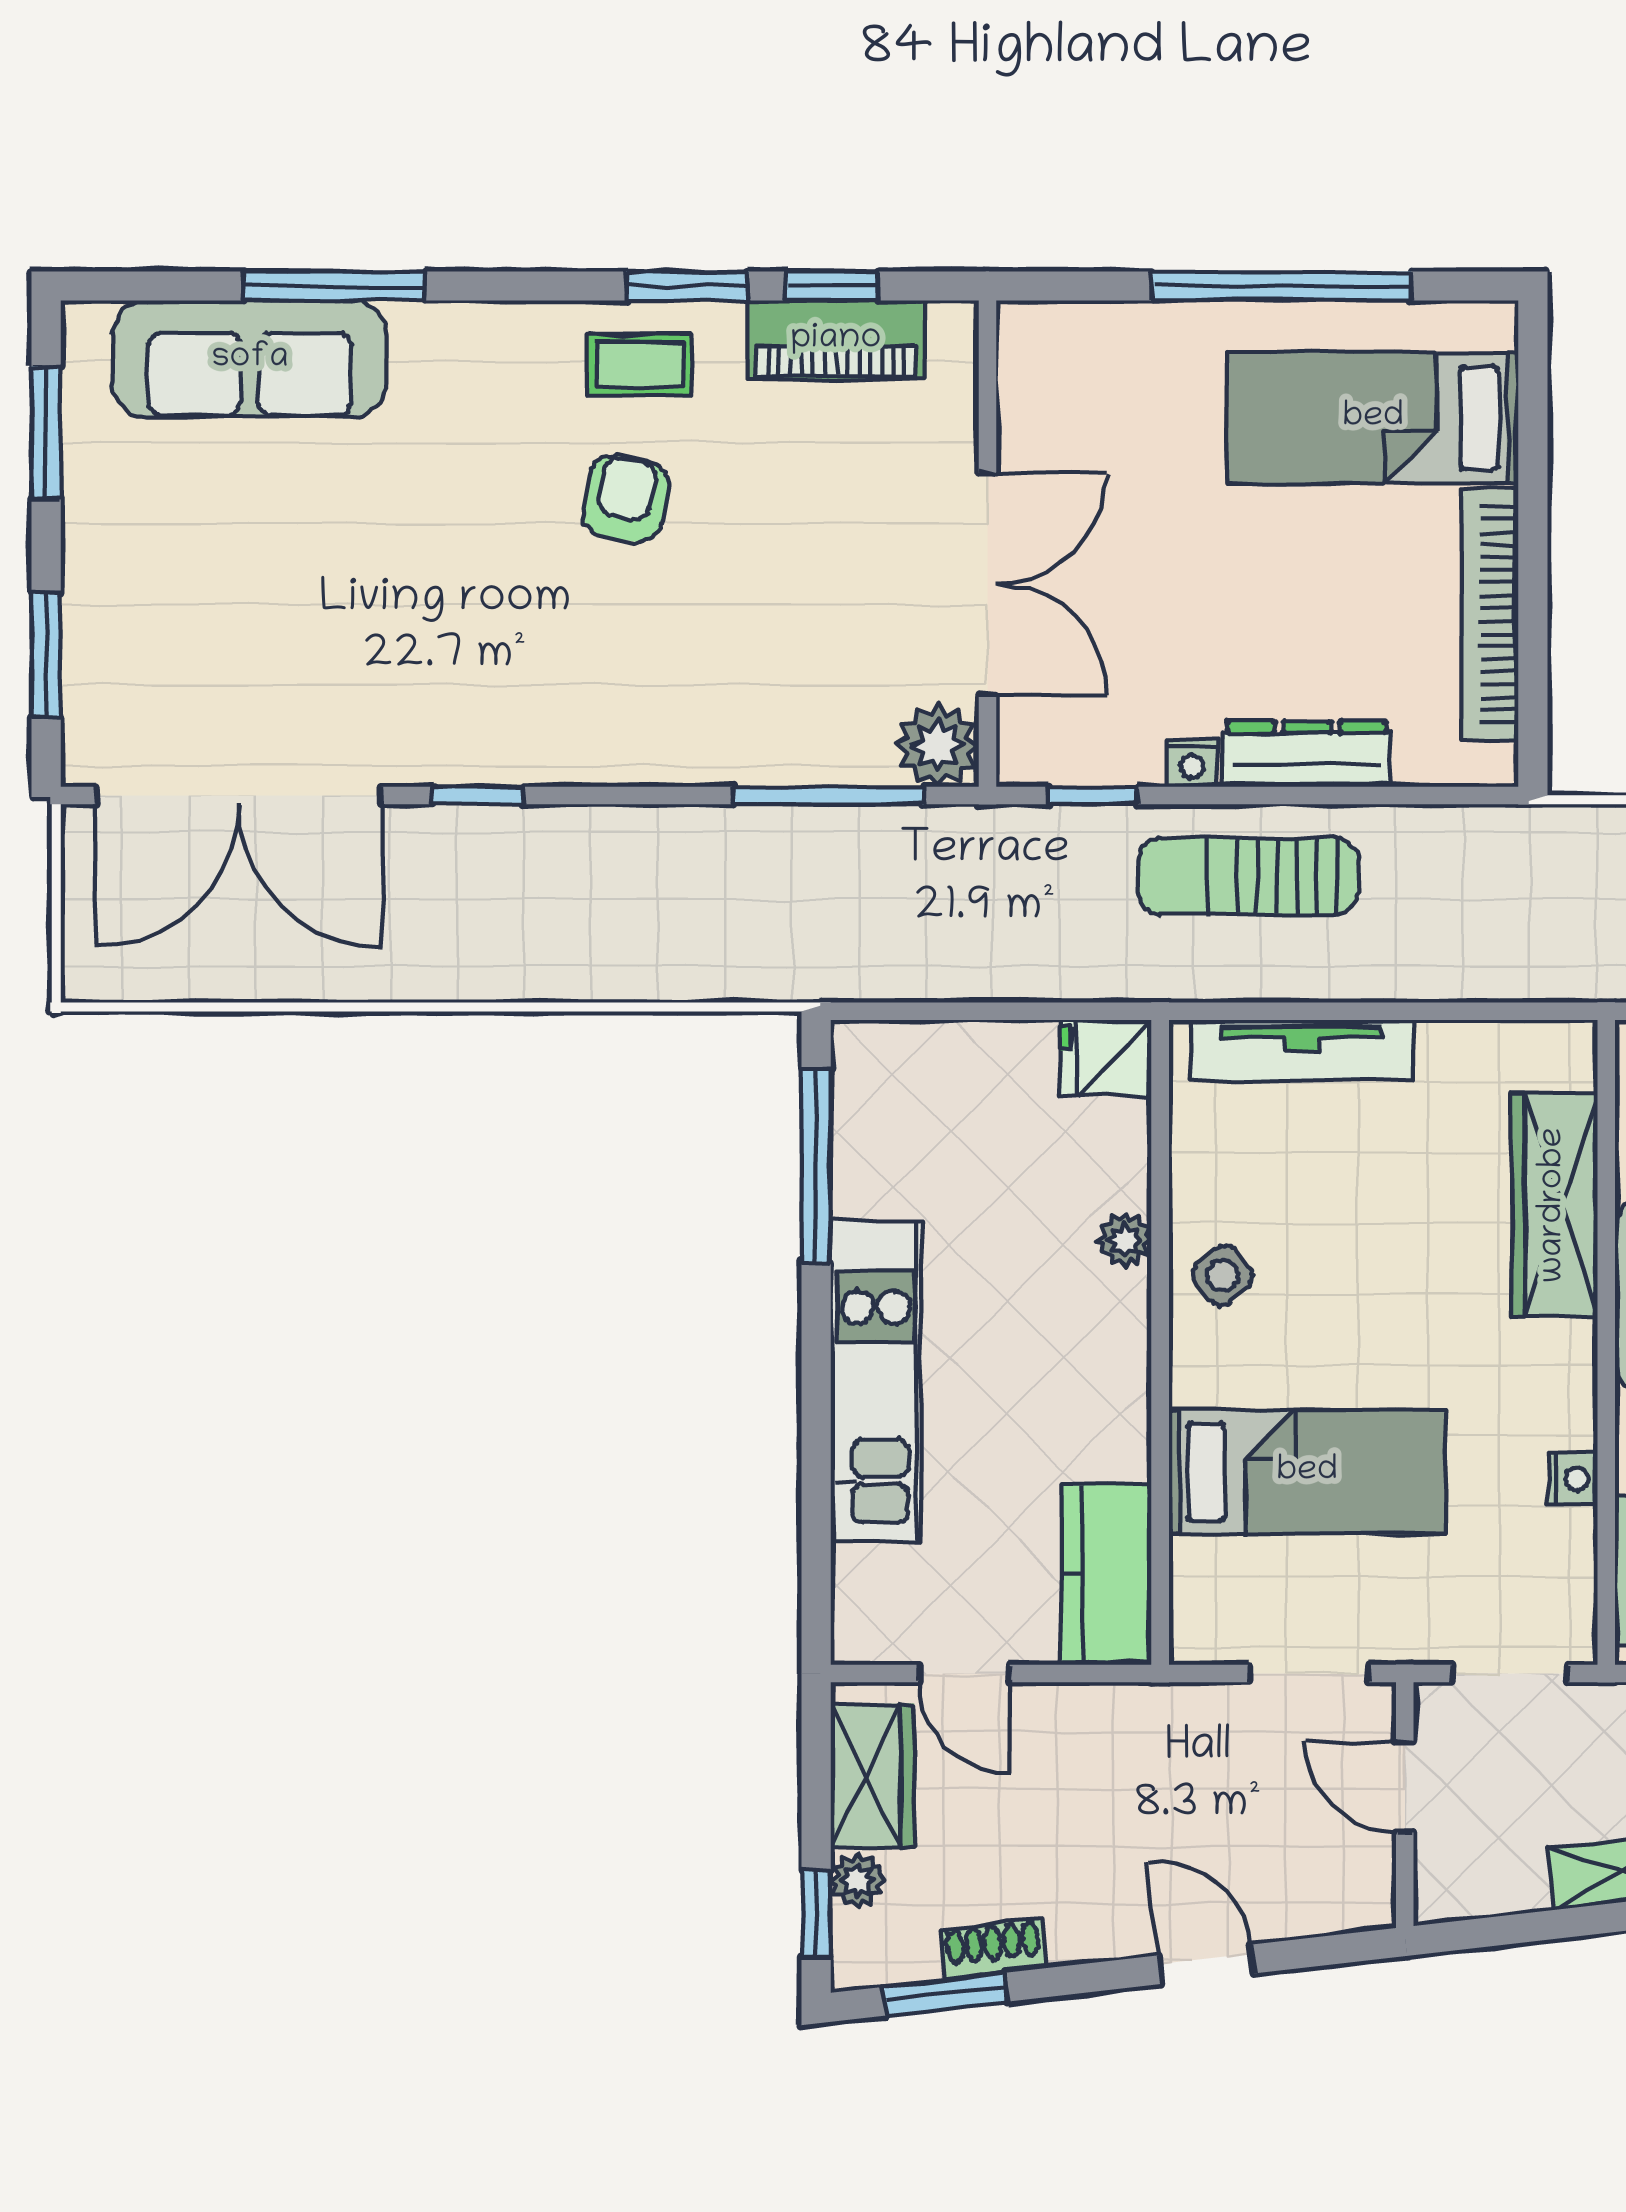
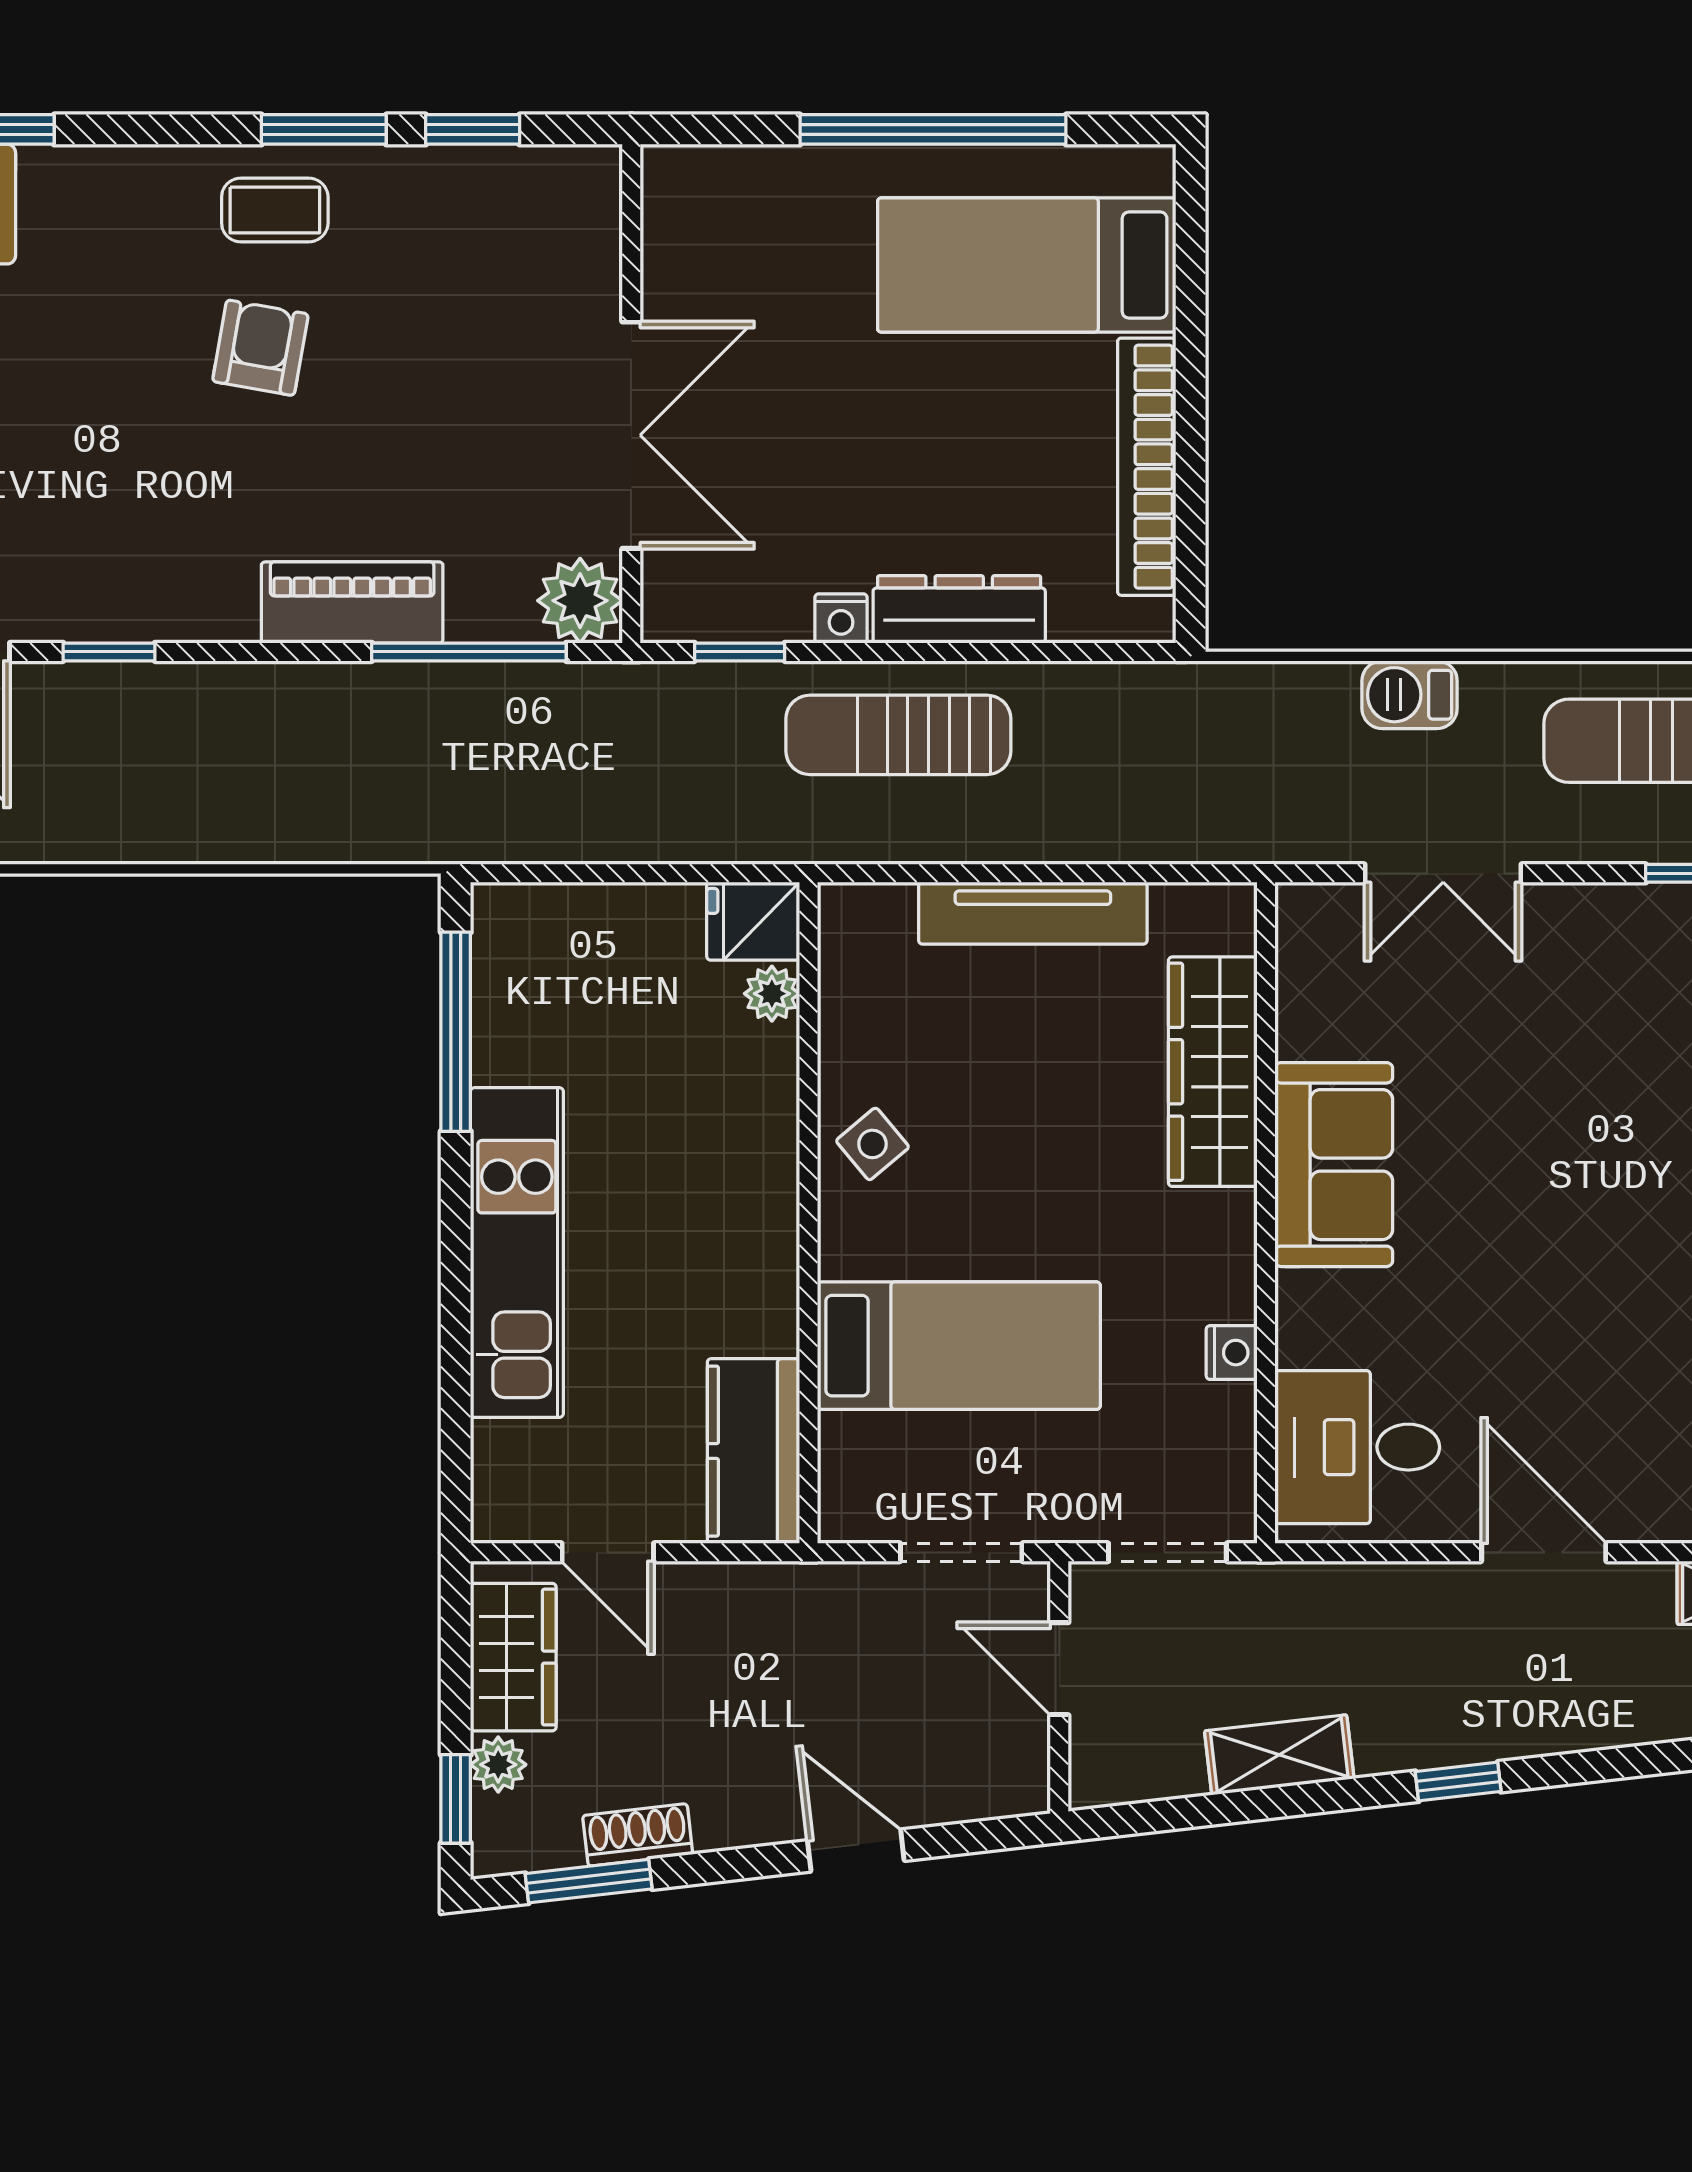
piano: (836, 340) -> (352, 602), moved, turned 180
tv unit: (1302, 1050) -> (1033, 913), moved
plant: (1125, 1240) -> (772, 994), moved

